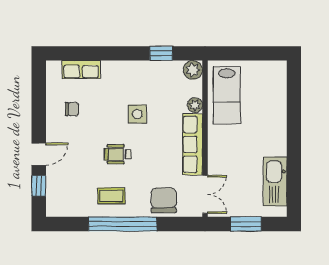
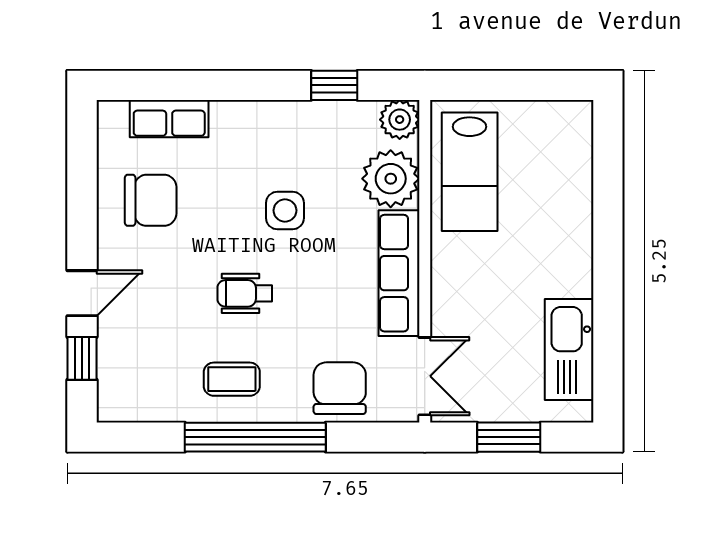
plant: (195, 105) -> (391, 179), width x1.88, depth x1.88
chair: (72, 109) -> (151, 200), width x1.87, depth x1.87

